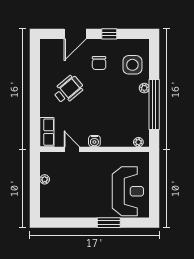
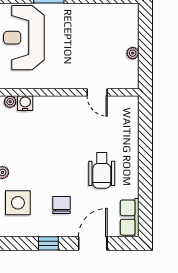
wheelchair: (68, 90) -> (102, 170), turned -50
row of seats: (47, 132) -> (130, 218), moved
water cooler: (94, 141) -> (25, 103), moved

